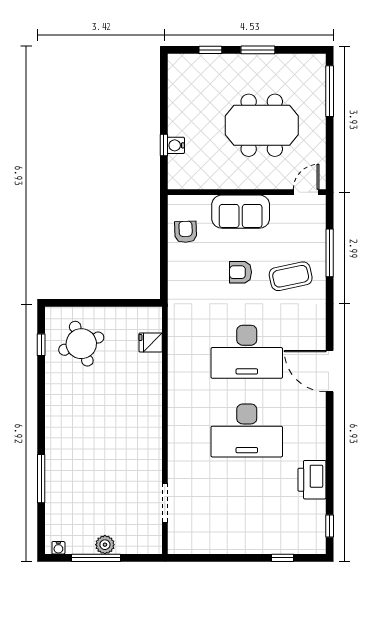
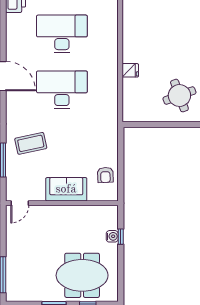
meeting table: (262, 125) -> (82, 275), moved
armchair: (240, 272) -> (66, 146), removed
fridge: (151, 343) -> (130, 70), moved

